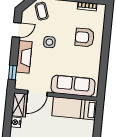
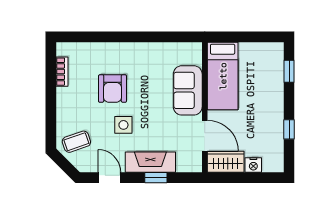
armchair: (85, 37) -> (112, 89), moved
window: (13, 73) -> (156, 178), moved
sofa: (73, 86) -> (188, 90), width x0.73

